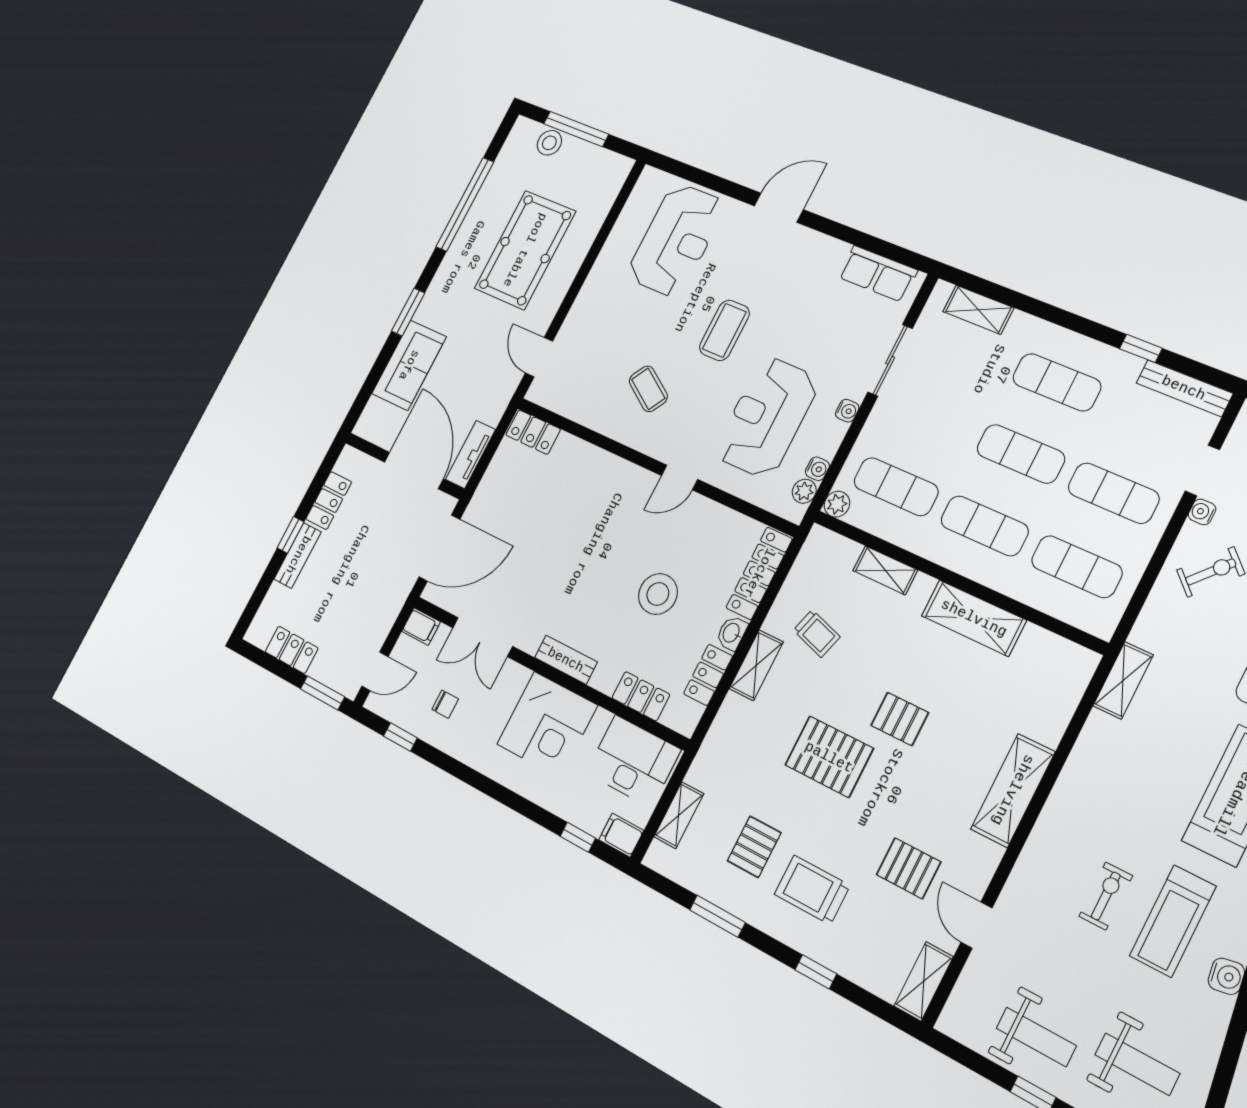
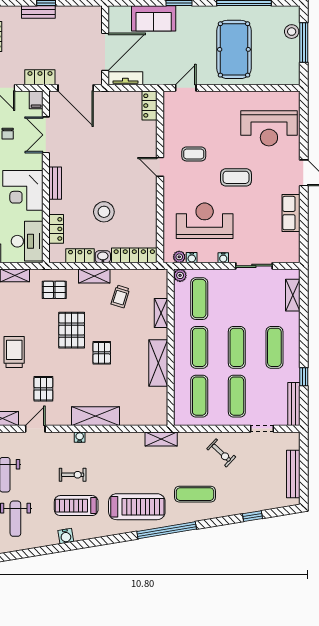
pool table: (525, 250) -> (234, 49), turned 90
row of seats: (878, 274) -> (291, 213), moved
coffee table: (648, 389) -> (194, 154), turned 58
door: (680, 477) -> (160, 167), moved
locker: (329, 501) -> (40, 77), moved, turned 180
water cooler: (1202, 512) -> (80, 437), moved
pallet: (754, 847) -> (54, 290), moved

